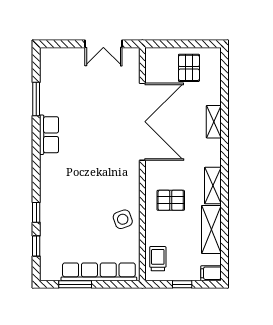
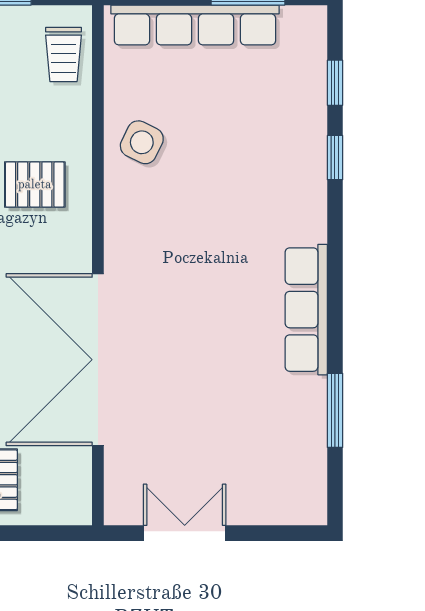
row of seats: (49, 135) -> (306, 310), width x1.48
side table: (123, 219) -> (142, 142), turned 45

